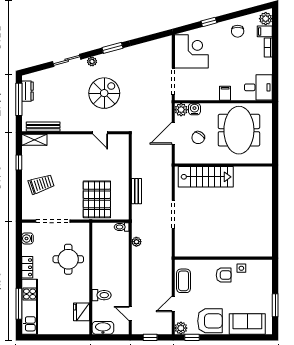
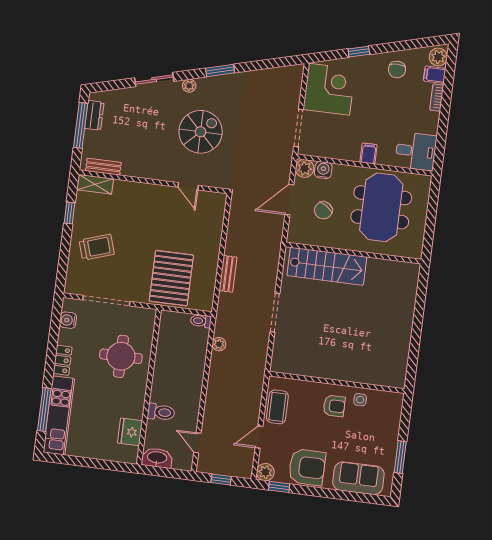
bench: (43, 127) -> (103, 167), width x0.73

